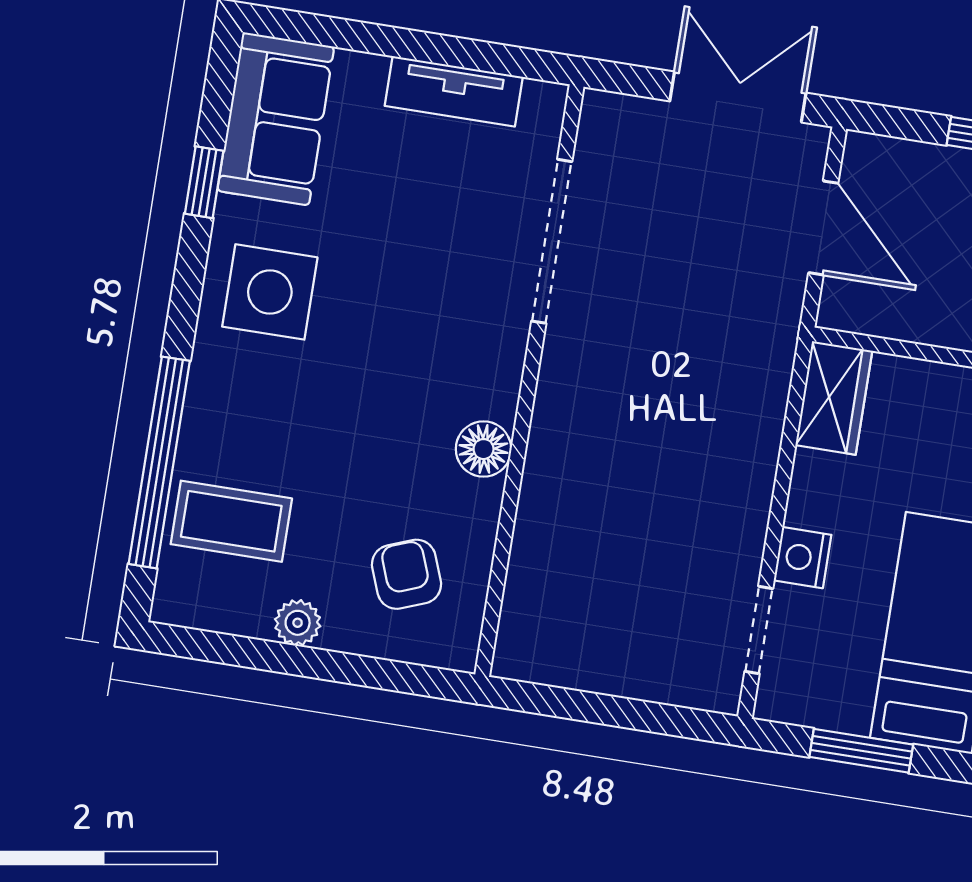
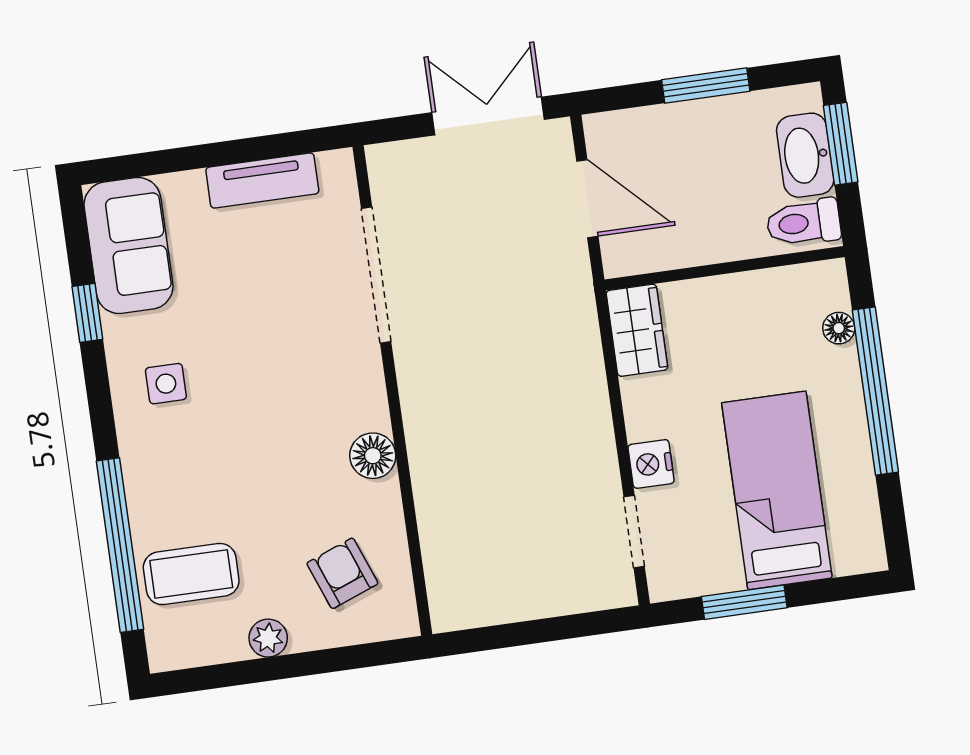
side table: (270, 292) -> (166, 384), width x0.54, depth x0.54

